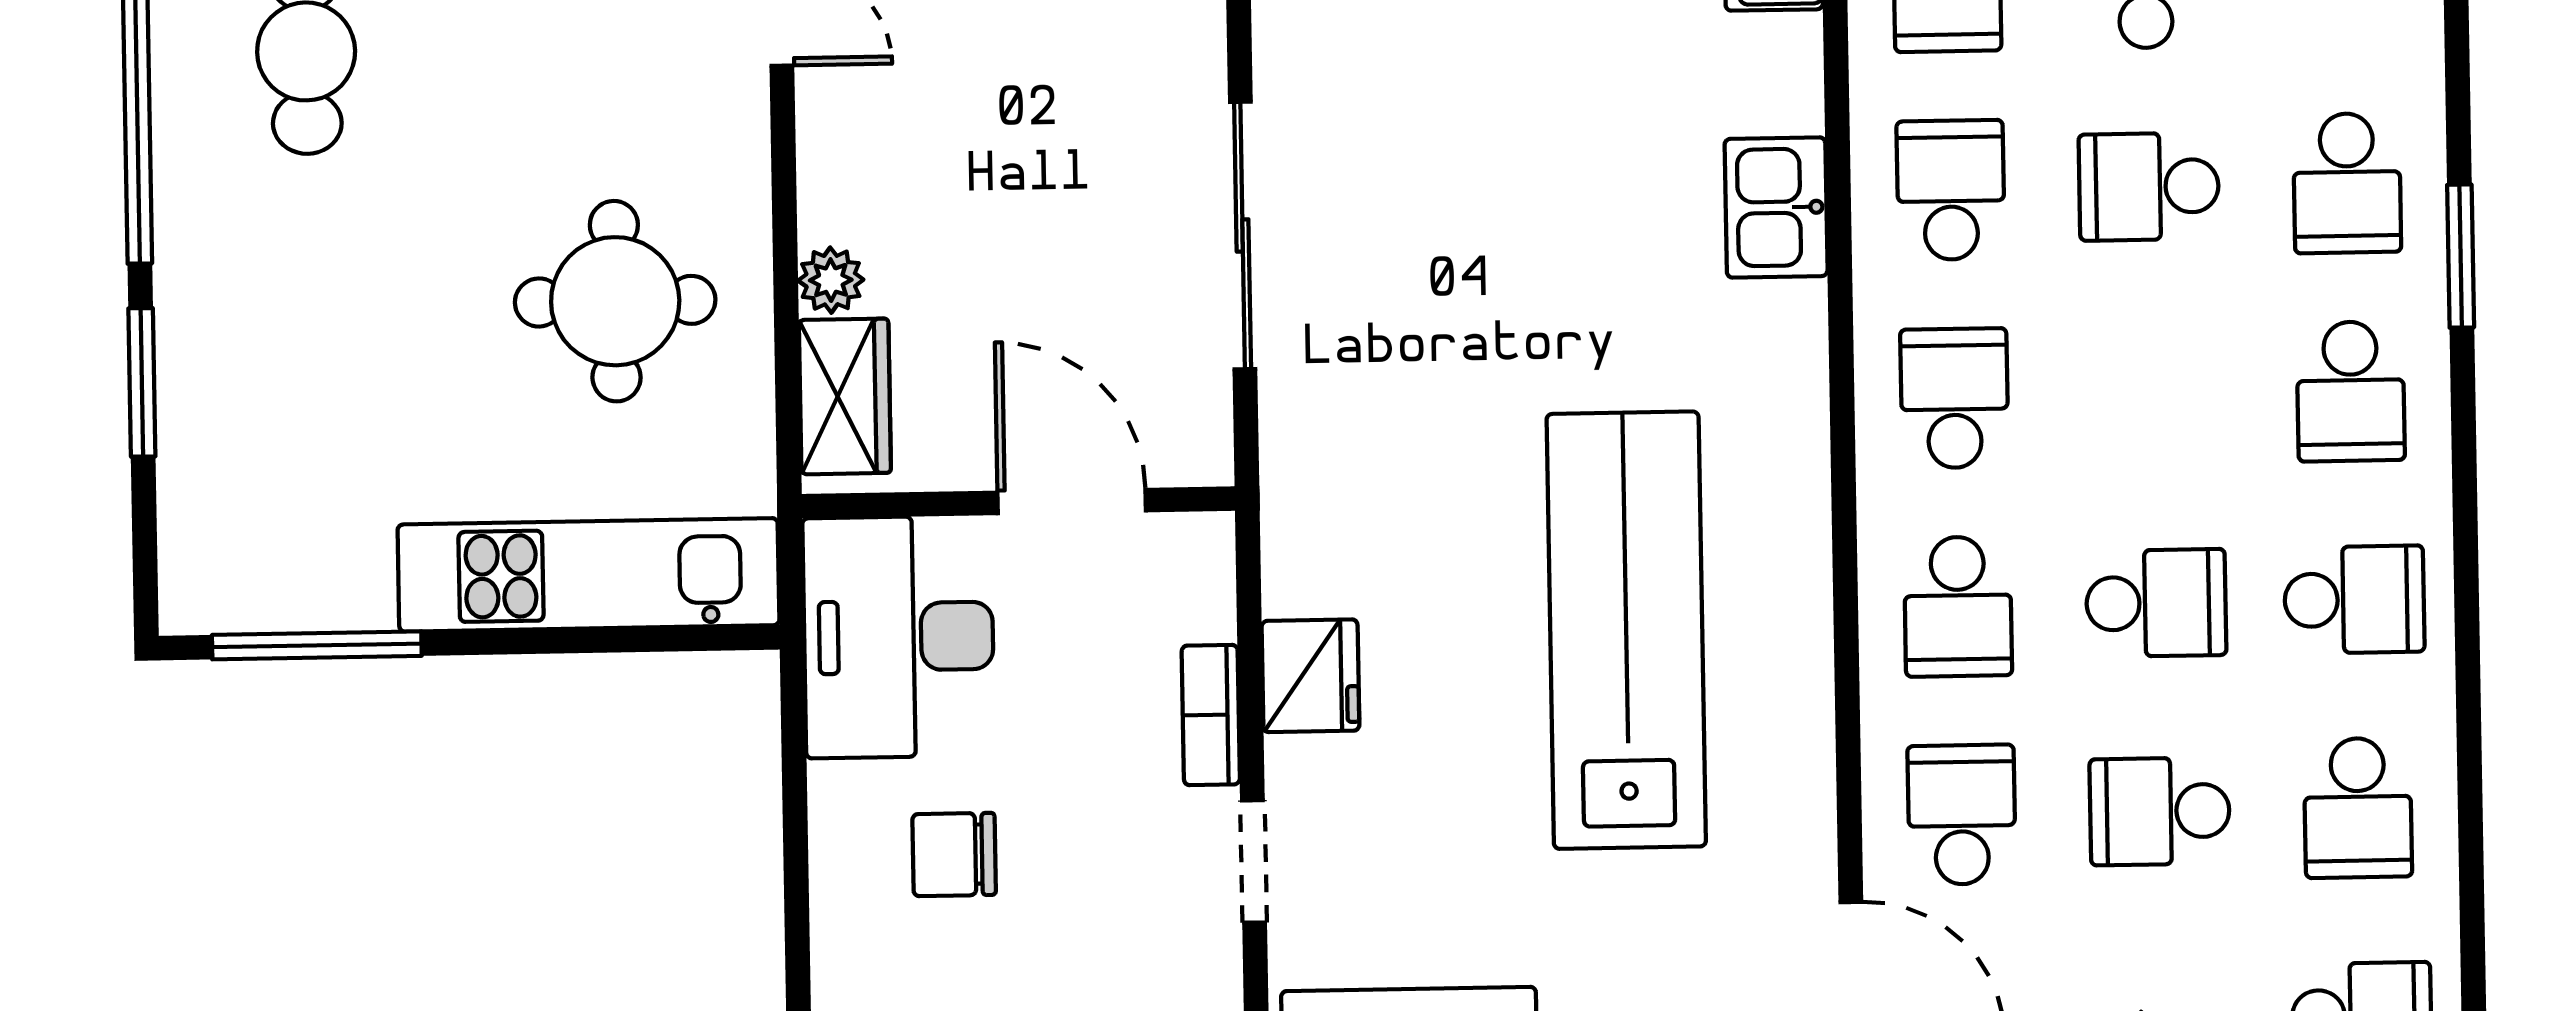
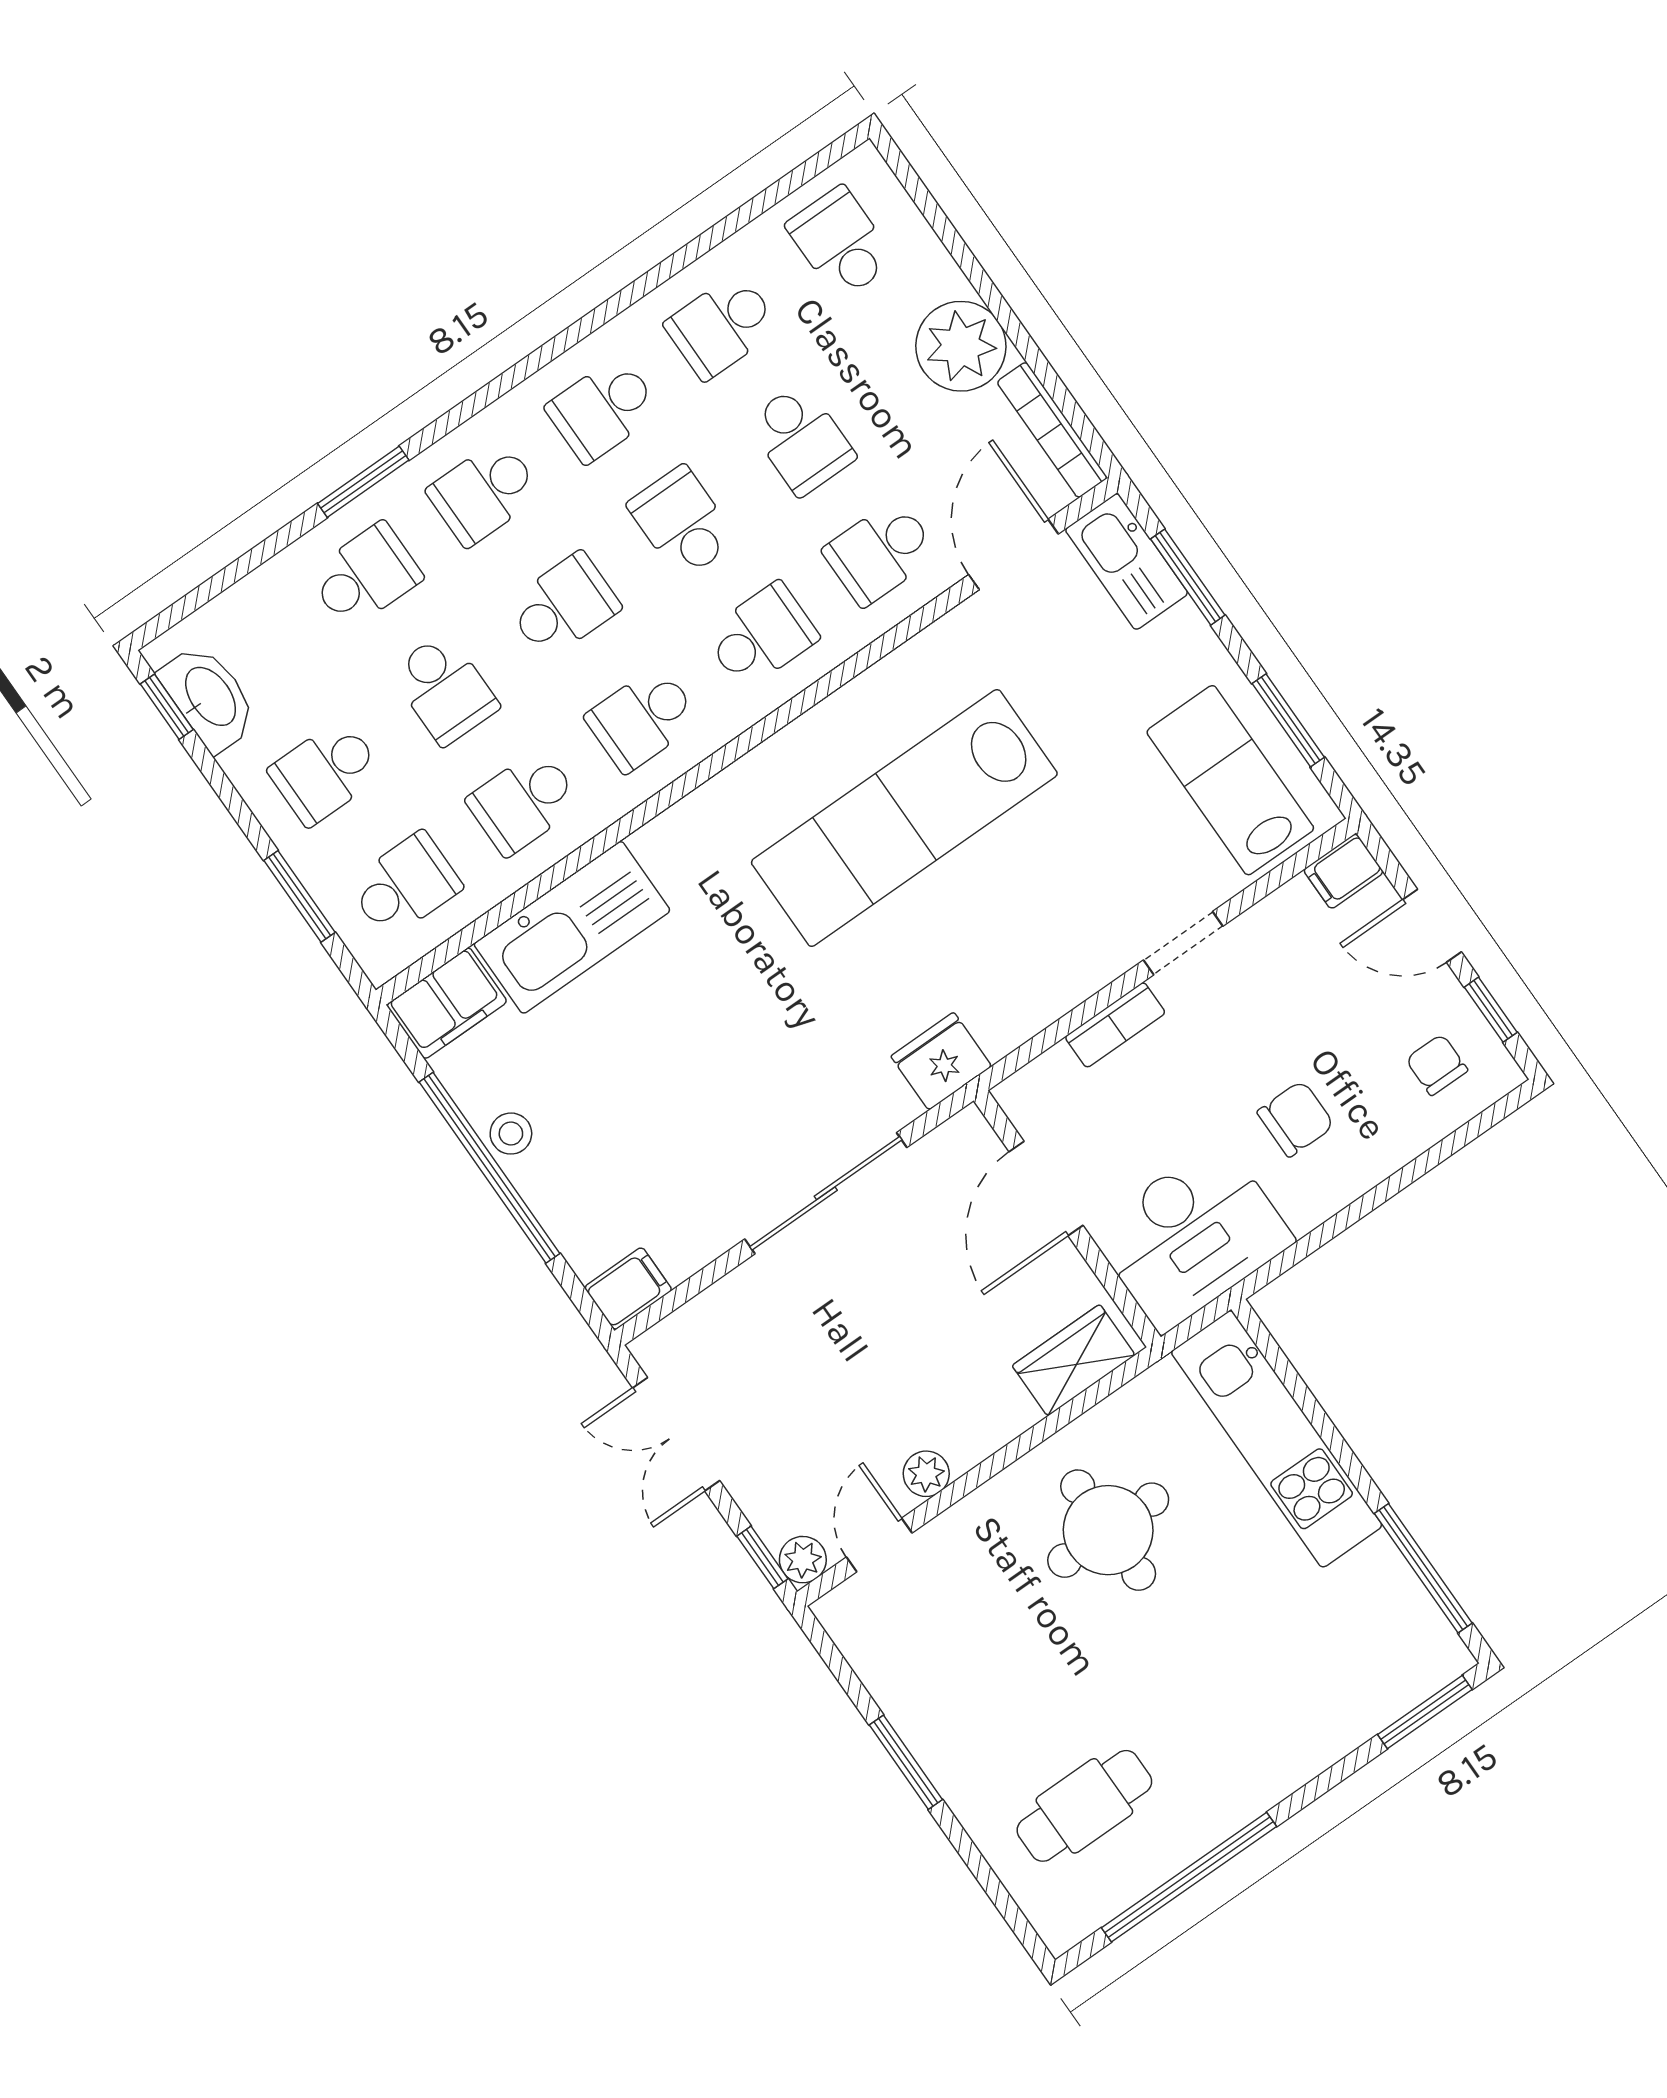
kitchen sink: (1776, 207) -> (572, 927), width x1.88, depth x1.24
plant: (831, 280) -> (926, 1474), moved
window: (142, 382) -> (1425, 1712), moved
school desk: (2351, 391) -> (484, 493), turned 180
school desk: (2152, 395) -> (563, 606), added
school desk: (2354, 600) -> (603, 409), turned -90
fridge: (1310, 676) -> (941, 1061), moved
school desk: (2358, 808) -> (722, 326), turned 180
chair: (954, 855) -> (1296, 1119), turned -90

